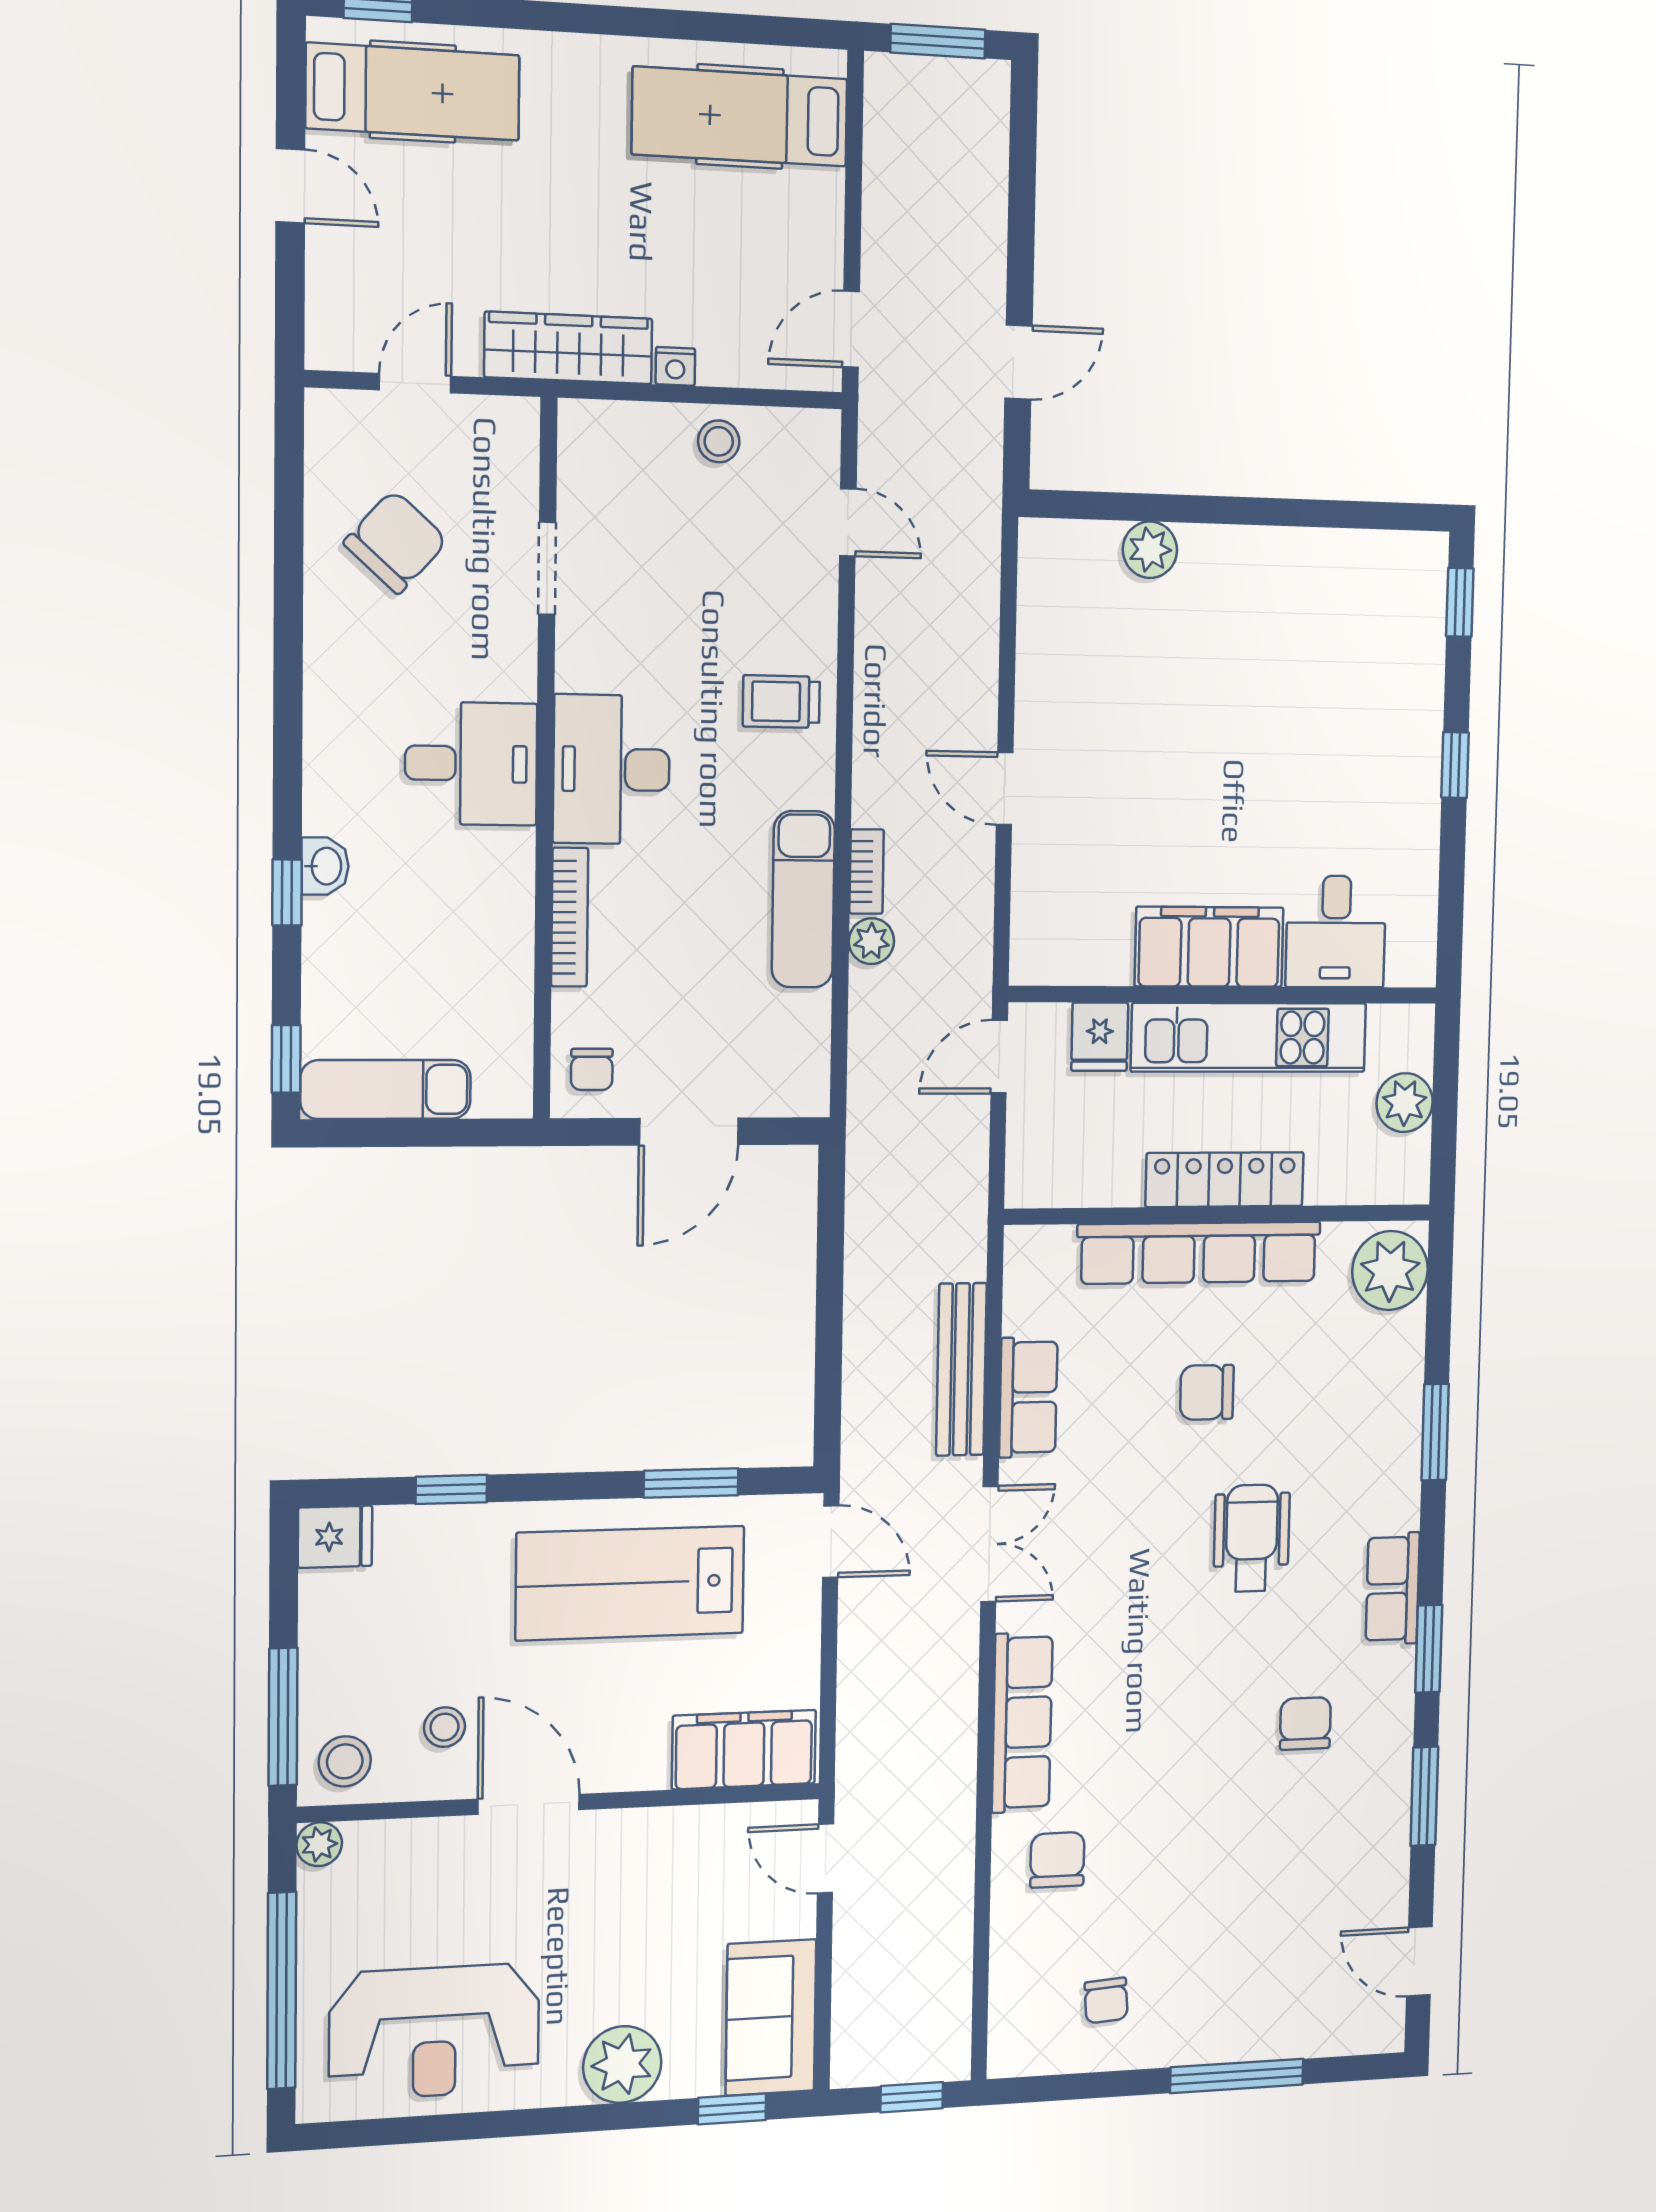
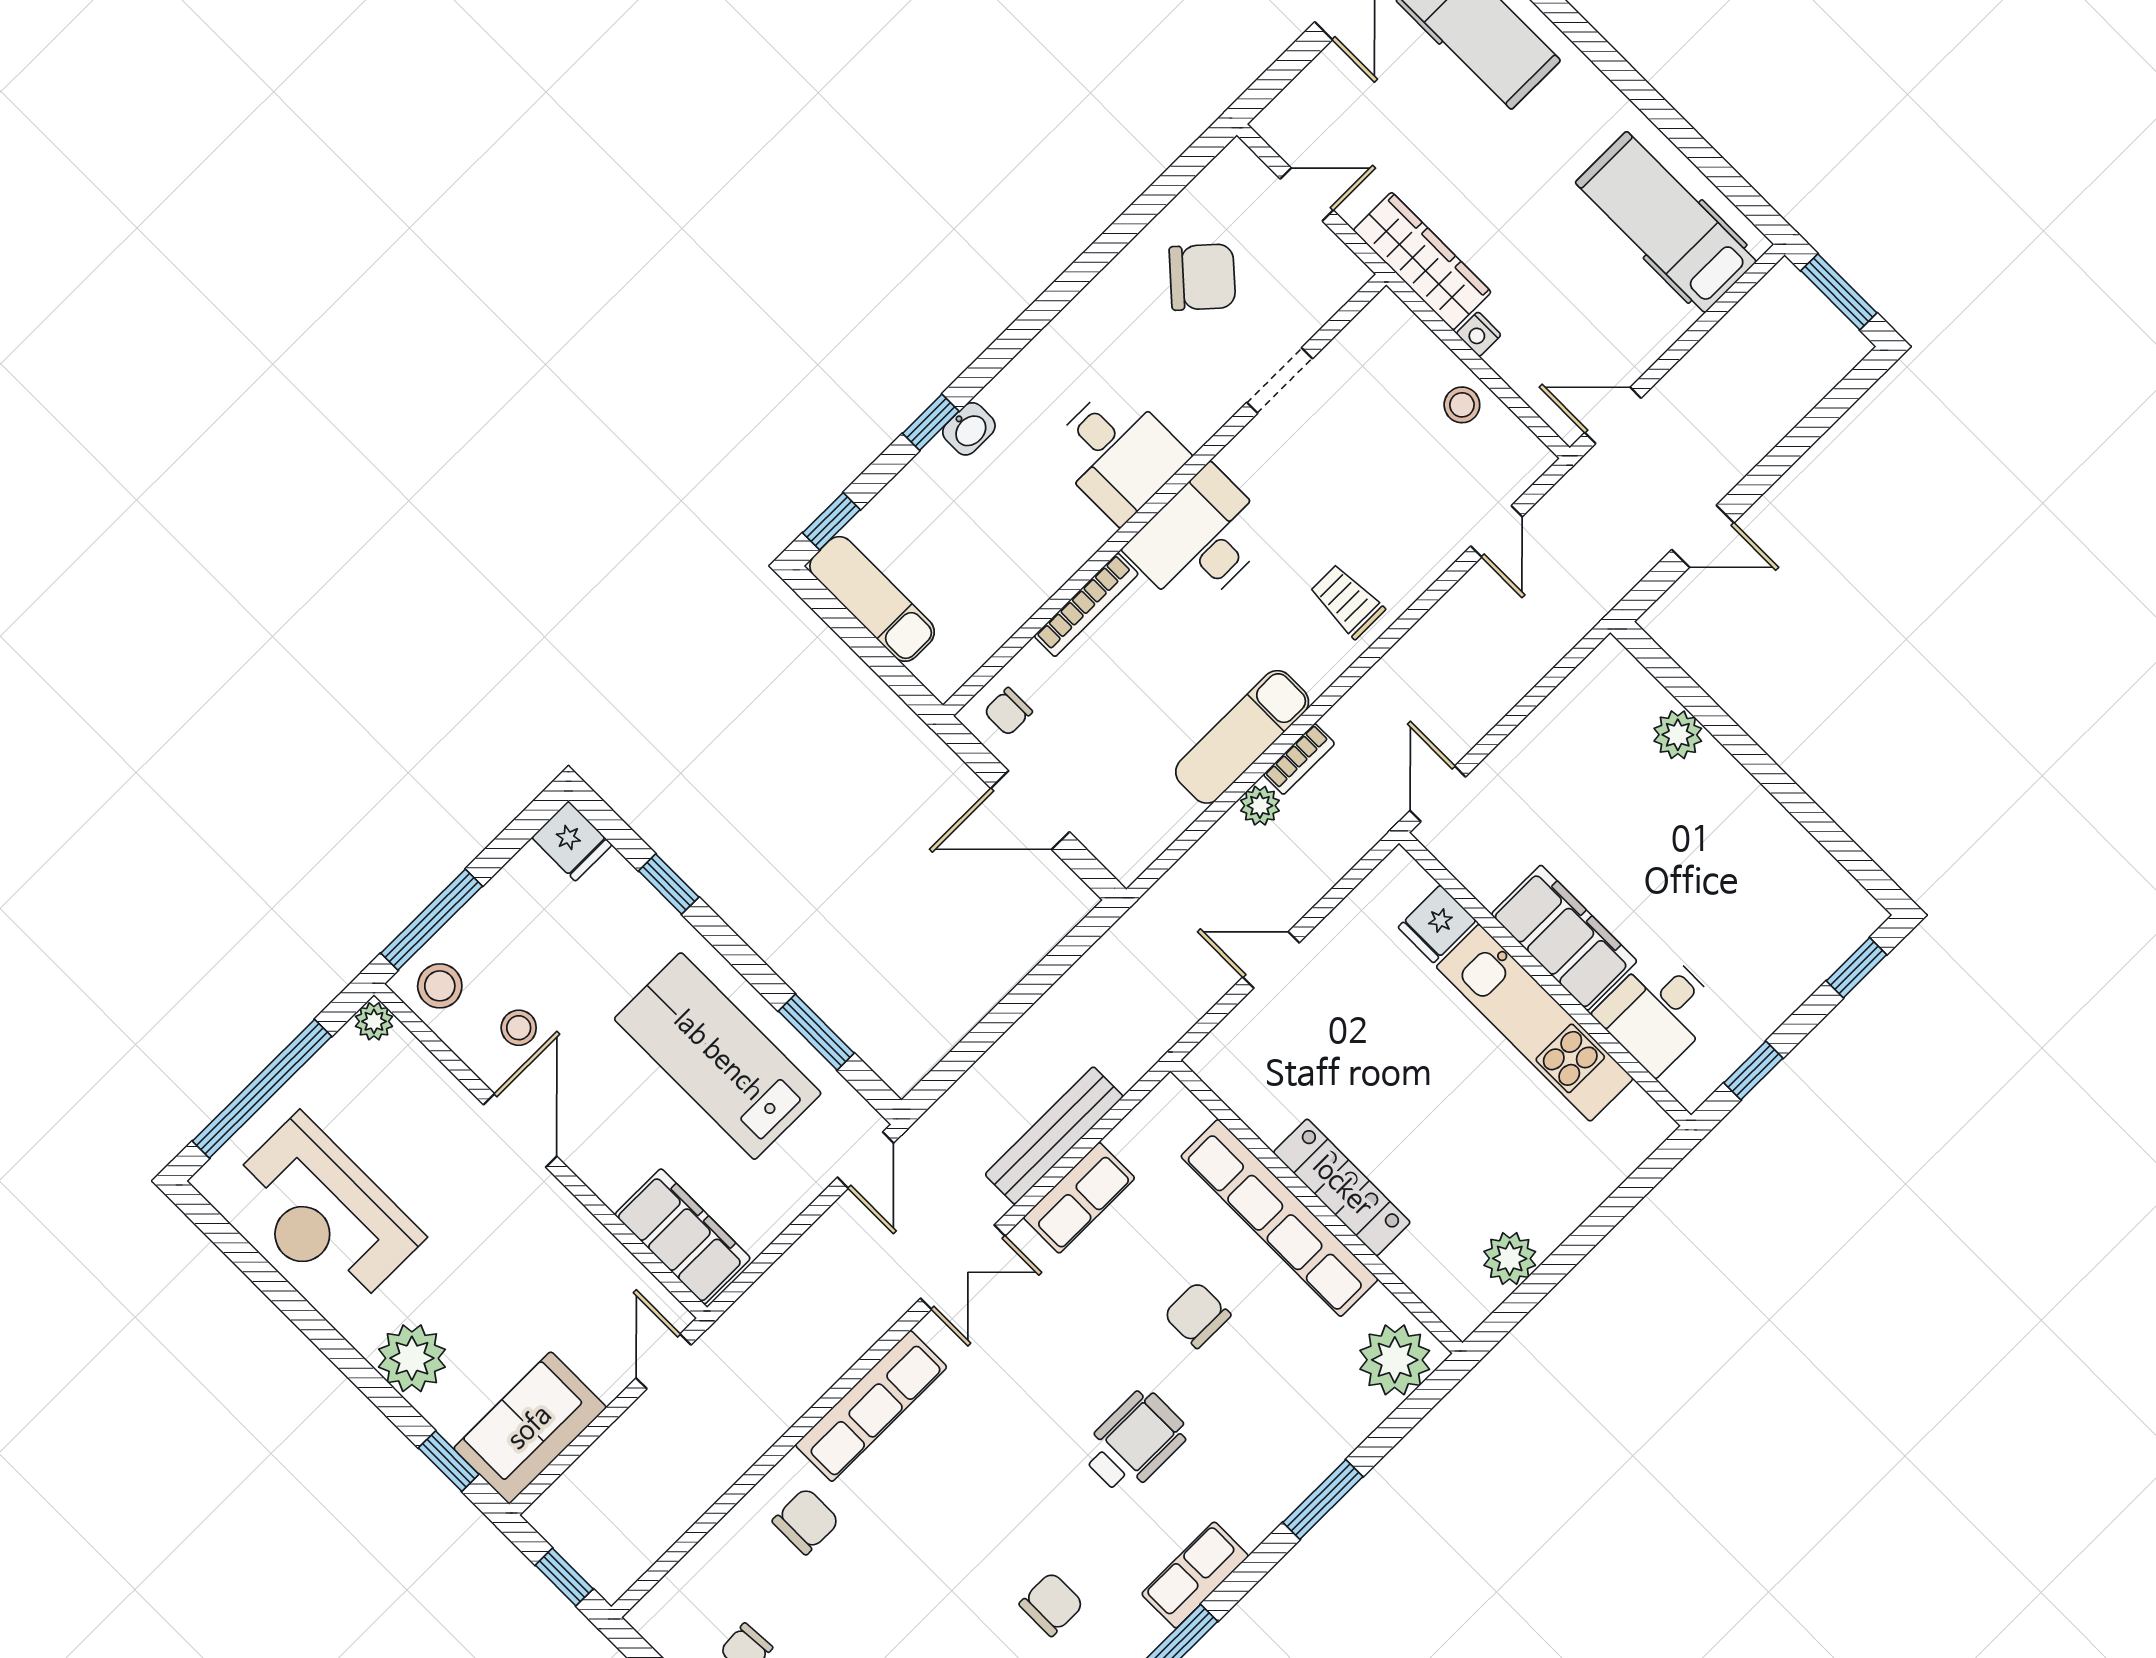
desk: (1336, 932) -> (1658, 1012), moved
filing cabinet: (1209, 947) -> (1564, 938), moved
wall: (1225, 995) -> (1545, 979), moved
fridge: (1100, 1037) -> (1437, 924), moved
kitchen unit: (1249, 1037) -> (1535, 1023), moved

